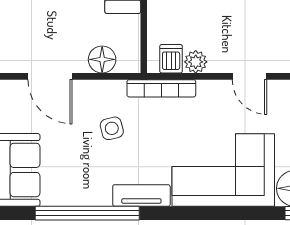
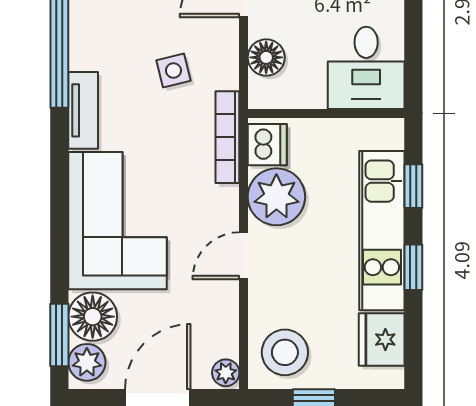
dishwasher: (171, 59) -> (267, 145), width x1.38
plant: (196, 62) -> (276, 197), width x1.87, depth x1.87

